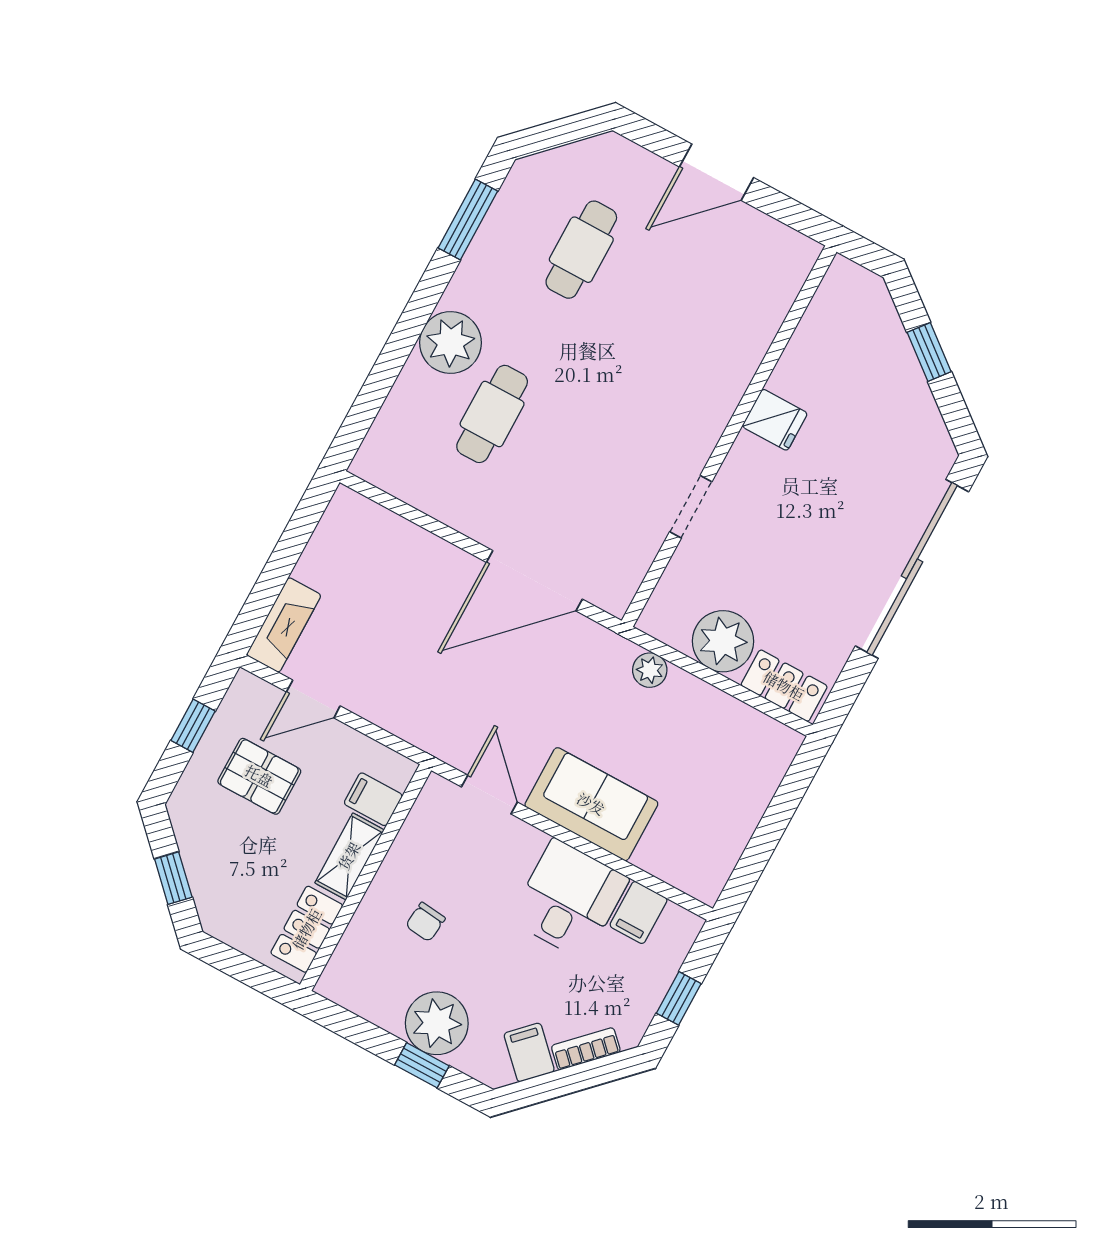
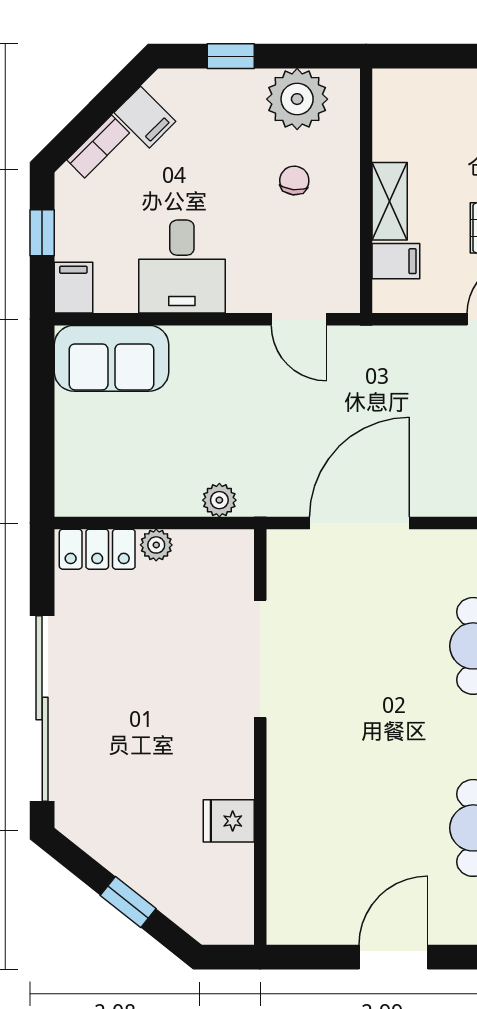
fridge: (775, 420) -> (229, 821), moved
doorway: (691, 507) -> (260, 659), width x1.88
plant: (723, 641) -> (156, 545), width x0.53, depth x0.53
sofa: (591, 804) -> (111, 358), moved
filing cabinet: (639, 912) -> (73, 288), moved
locker: (307, 929) -> (392, 119), removed
plant: (437, 1023) -> (297, 99), moved

